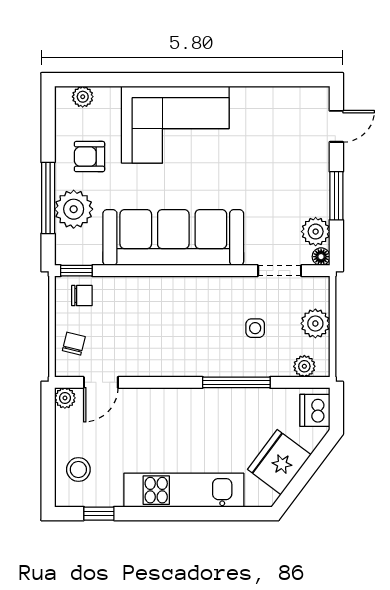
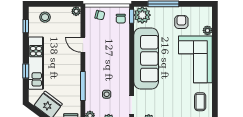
plant: (83, 97) -> (207, 30), moved
coffee table: (272, 114) -> (200, 102), added
plant: (74, 209) -> (142, 15), moved
door: (101, 382) -> (83, 45), moved
window: (202, 514) -> (26, 71), added

